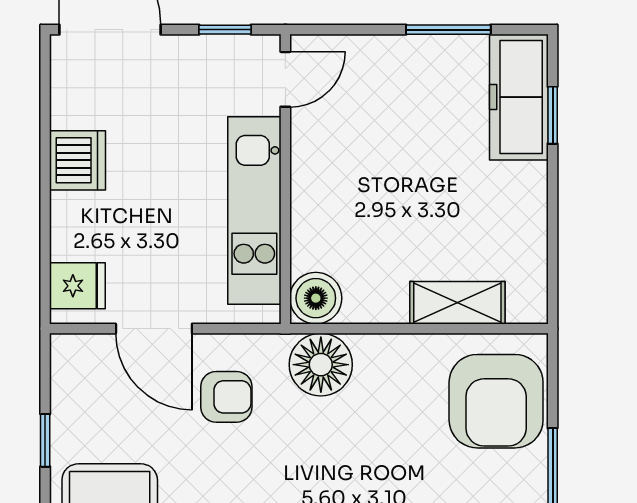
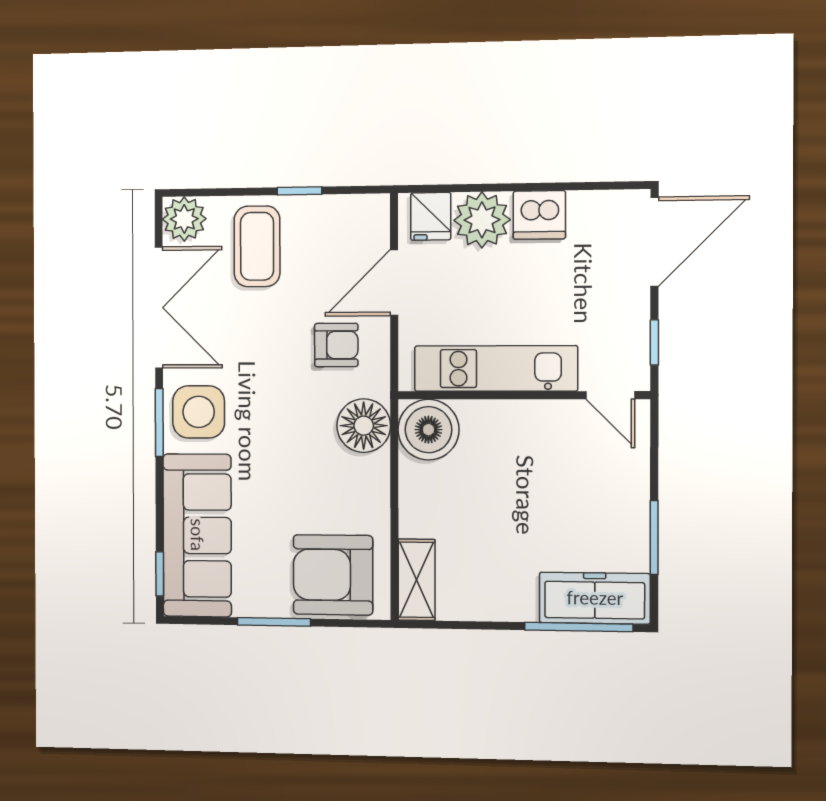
window: (553, 115) -> (579, 627), width x2.17
plant: (82, 226) -> (482, 220), added
boiler: (316, 298) -> (428, 430), width x1.37, depth x1.37
shelving: (457, 303) -> (417, 580), moved
armchair: (226, 397) -> (336, 345), turned -90

